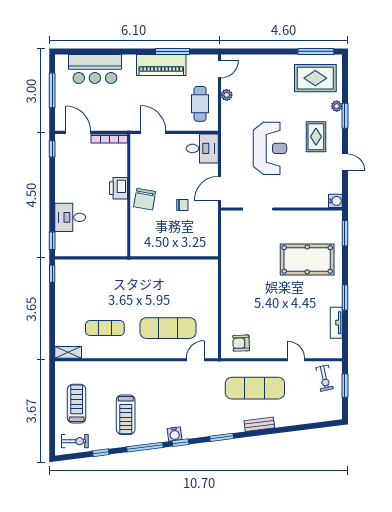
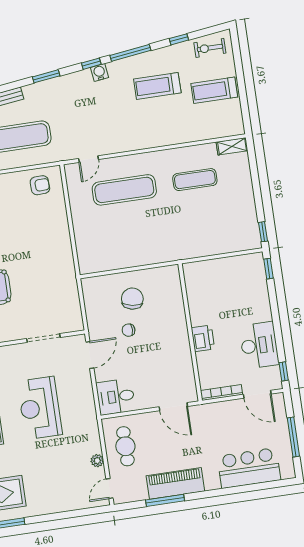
chair: (145, 199) -> (132, 299), moved
desk: (70, 217) -> (259, 345), moved, width x1.37
treadmill: (77, 404) -> (214, 90), turned 90
treadmill: (126, 415) -> (157, 86), turned -90

